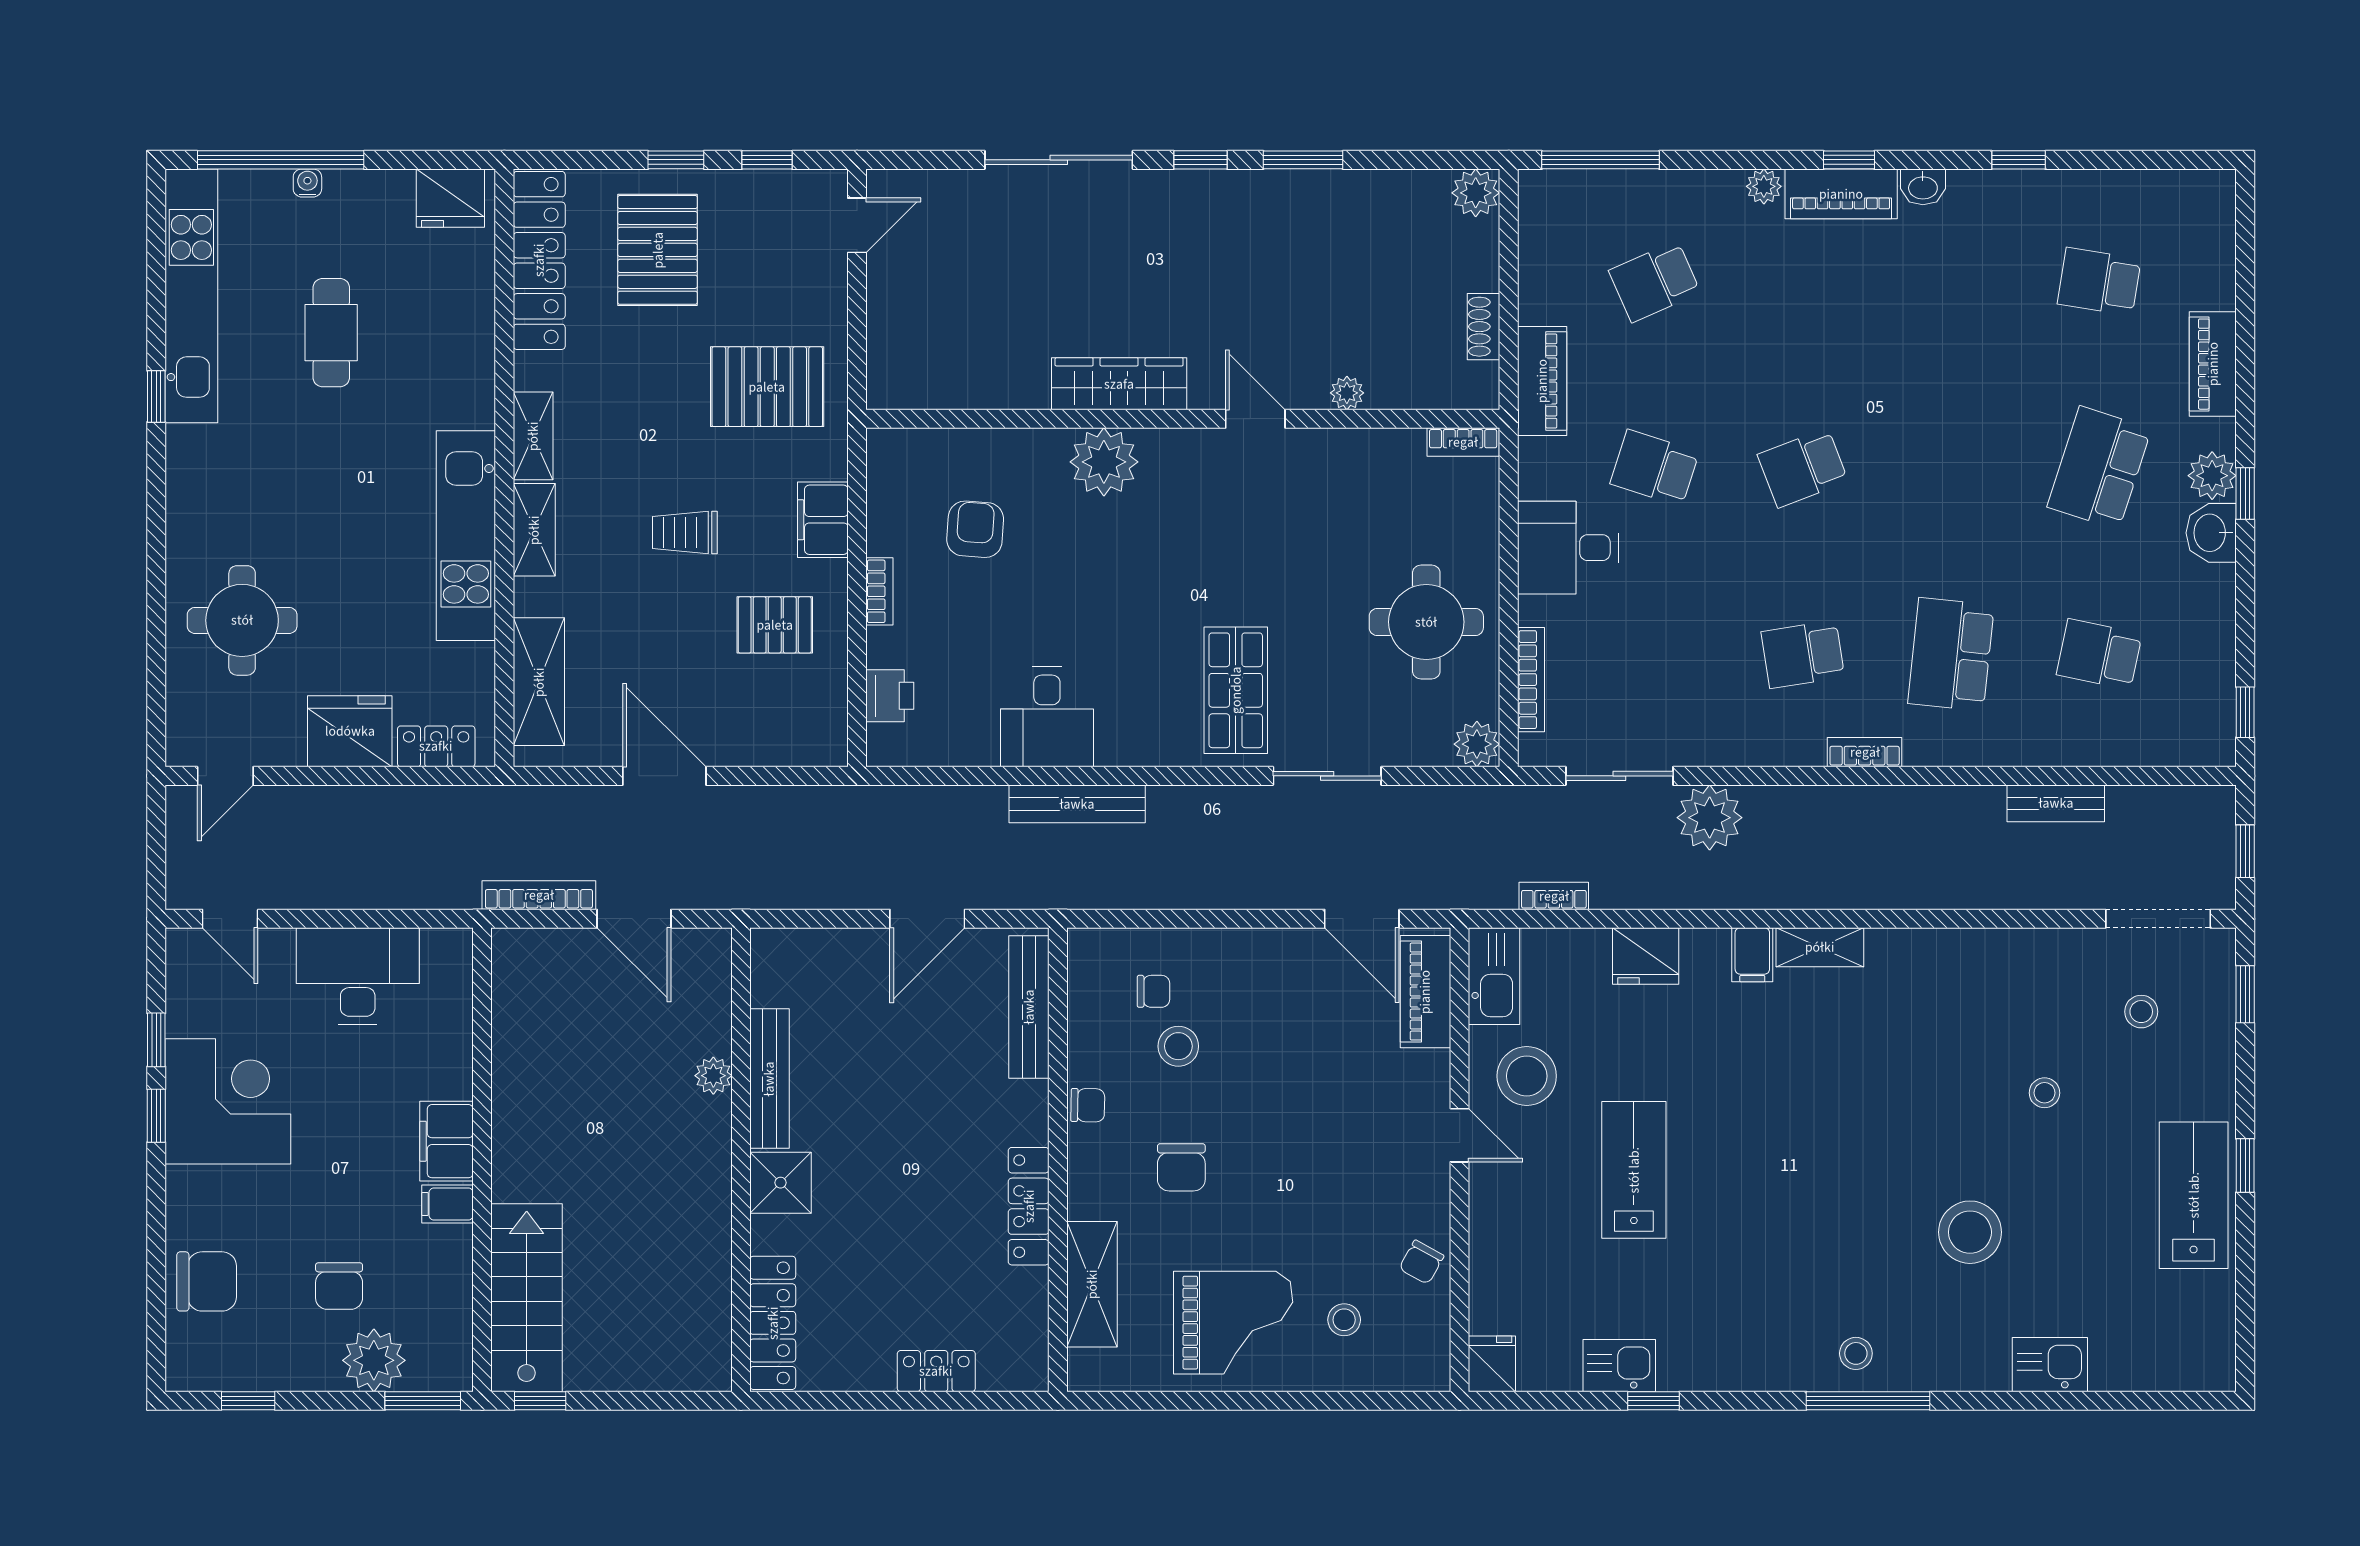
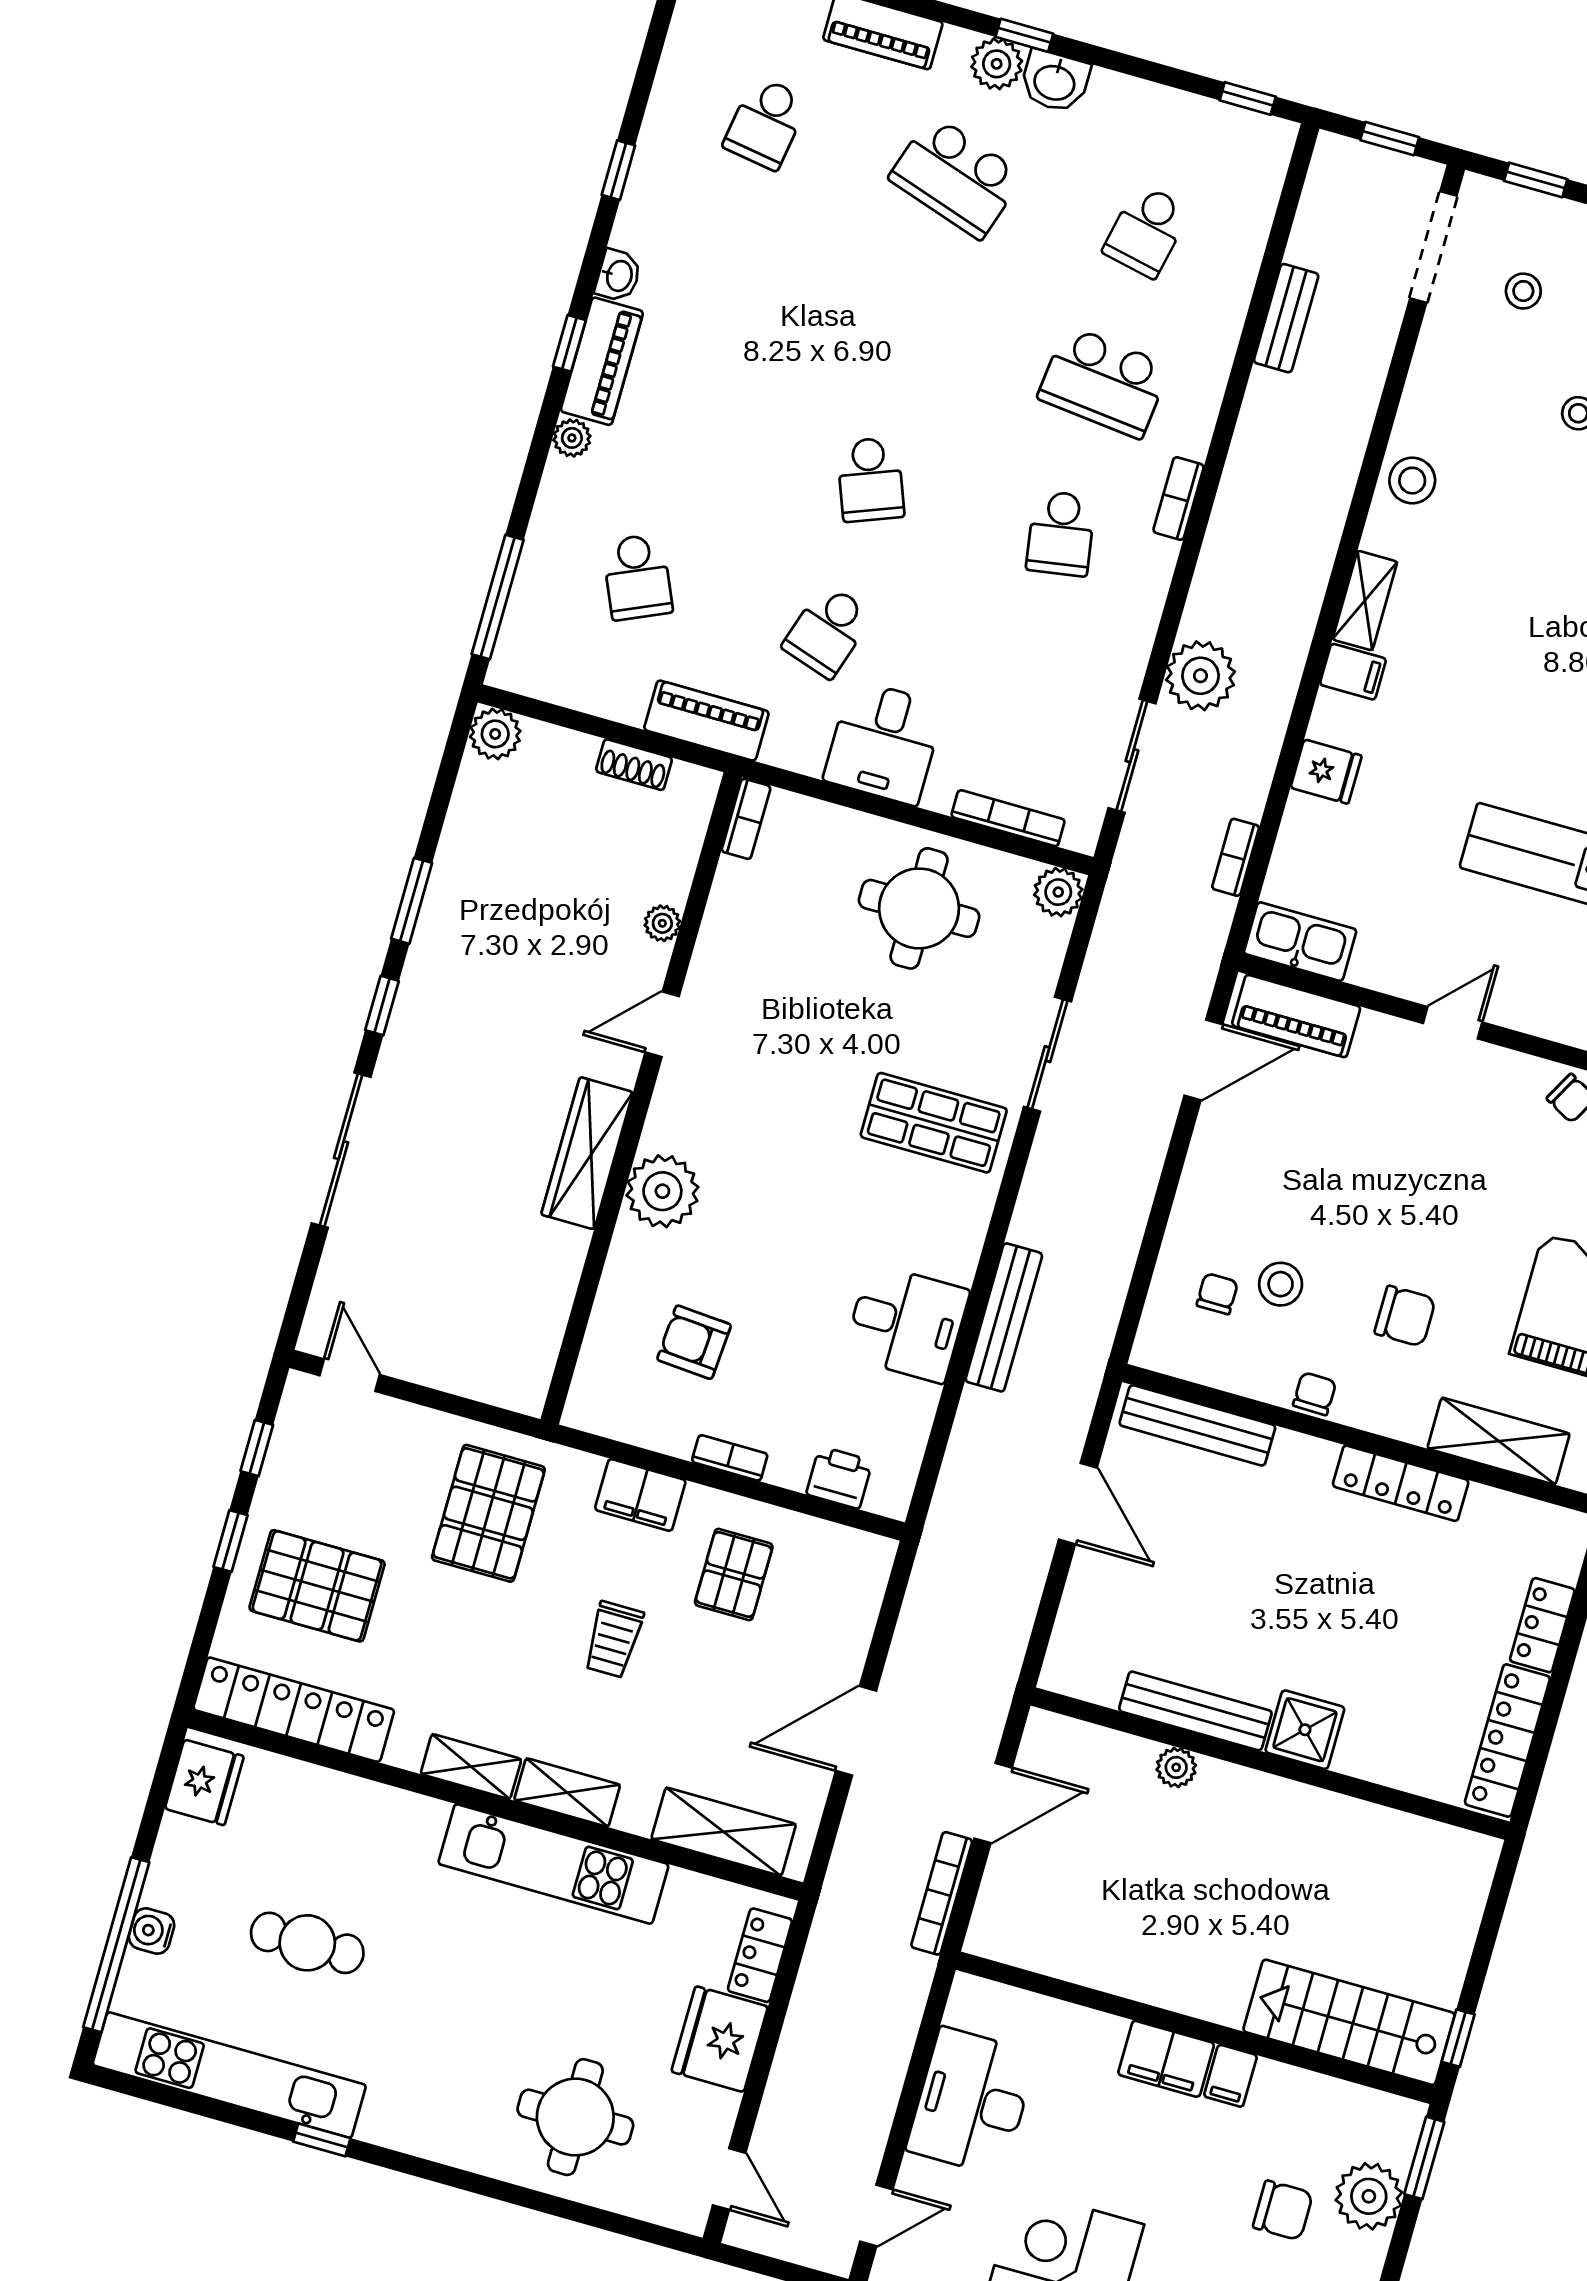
water cooler: (307, 183) -> (152, 1931), width x1.38, depth x1.38
fridge: (1646, 956) -> (1326, 772), width x0.72
stool: (1527, 1076) -> (1412, 481), moved, width x0.73, depth x0.73
locker: (773, 1323) -> (1507, 1740), moved, turned -90

